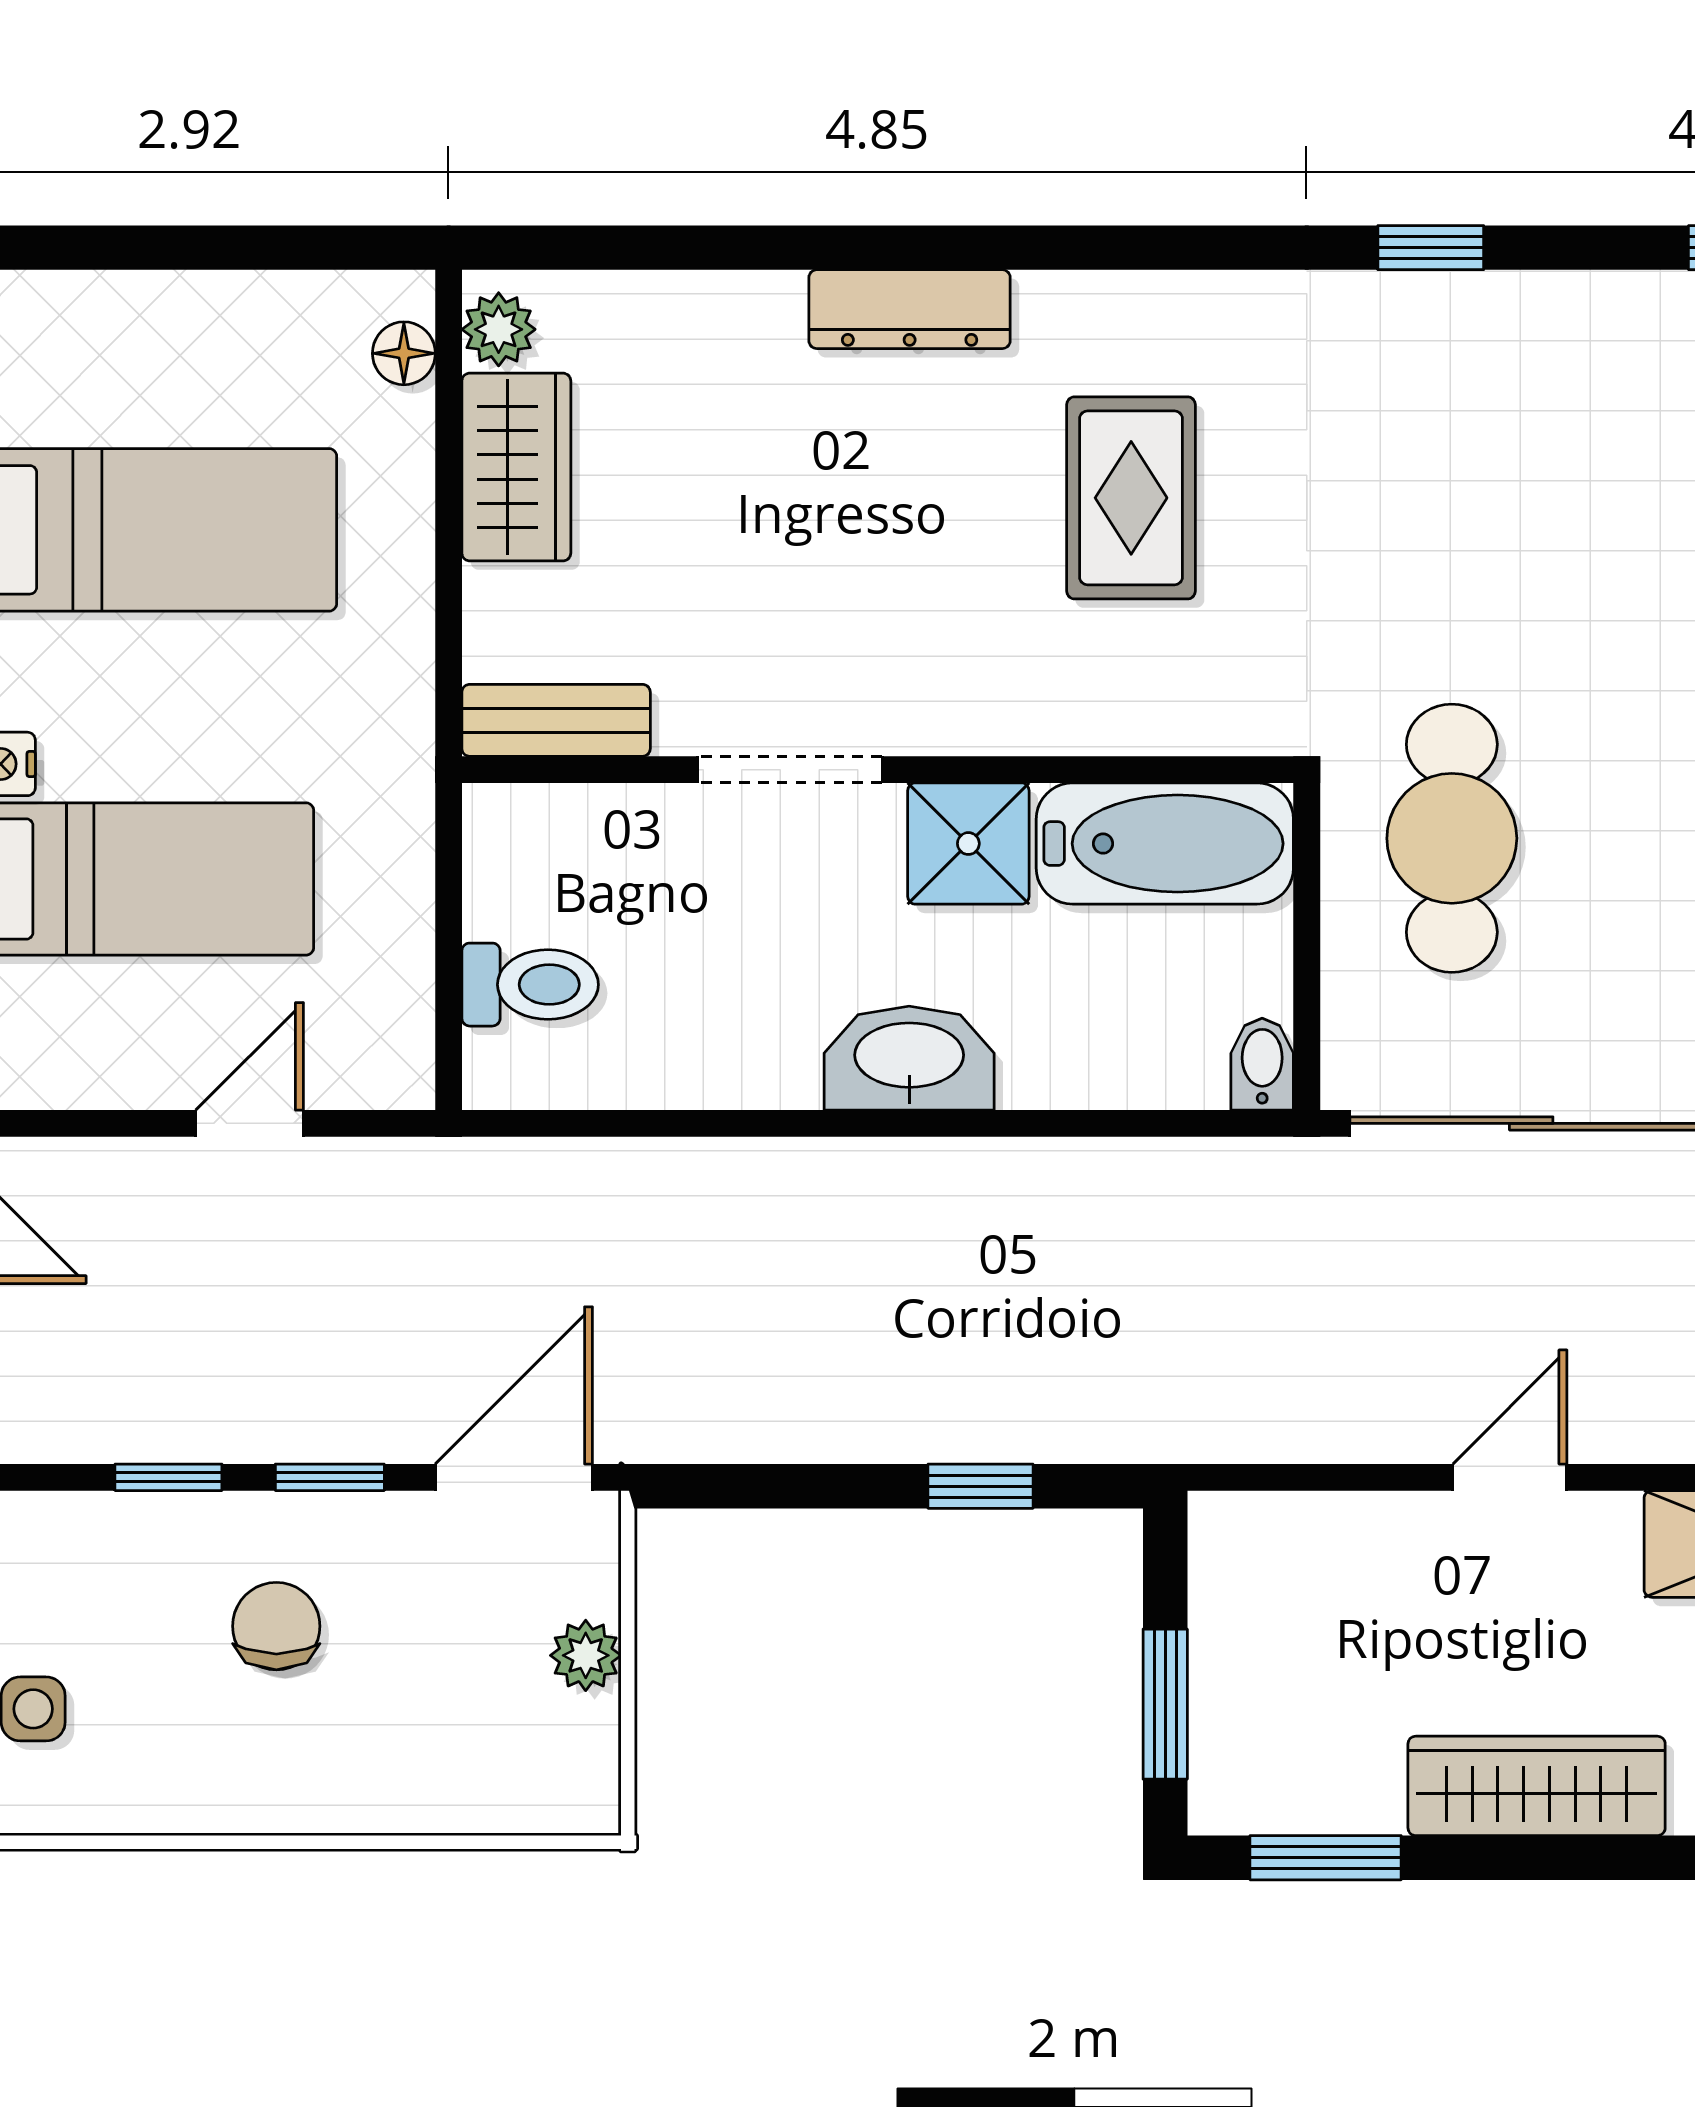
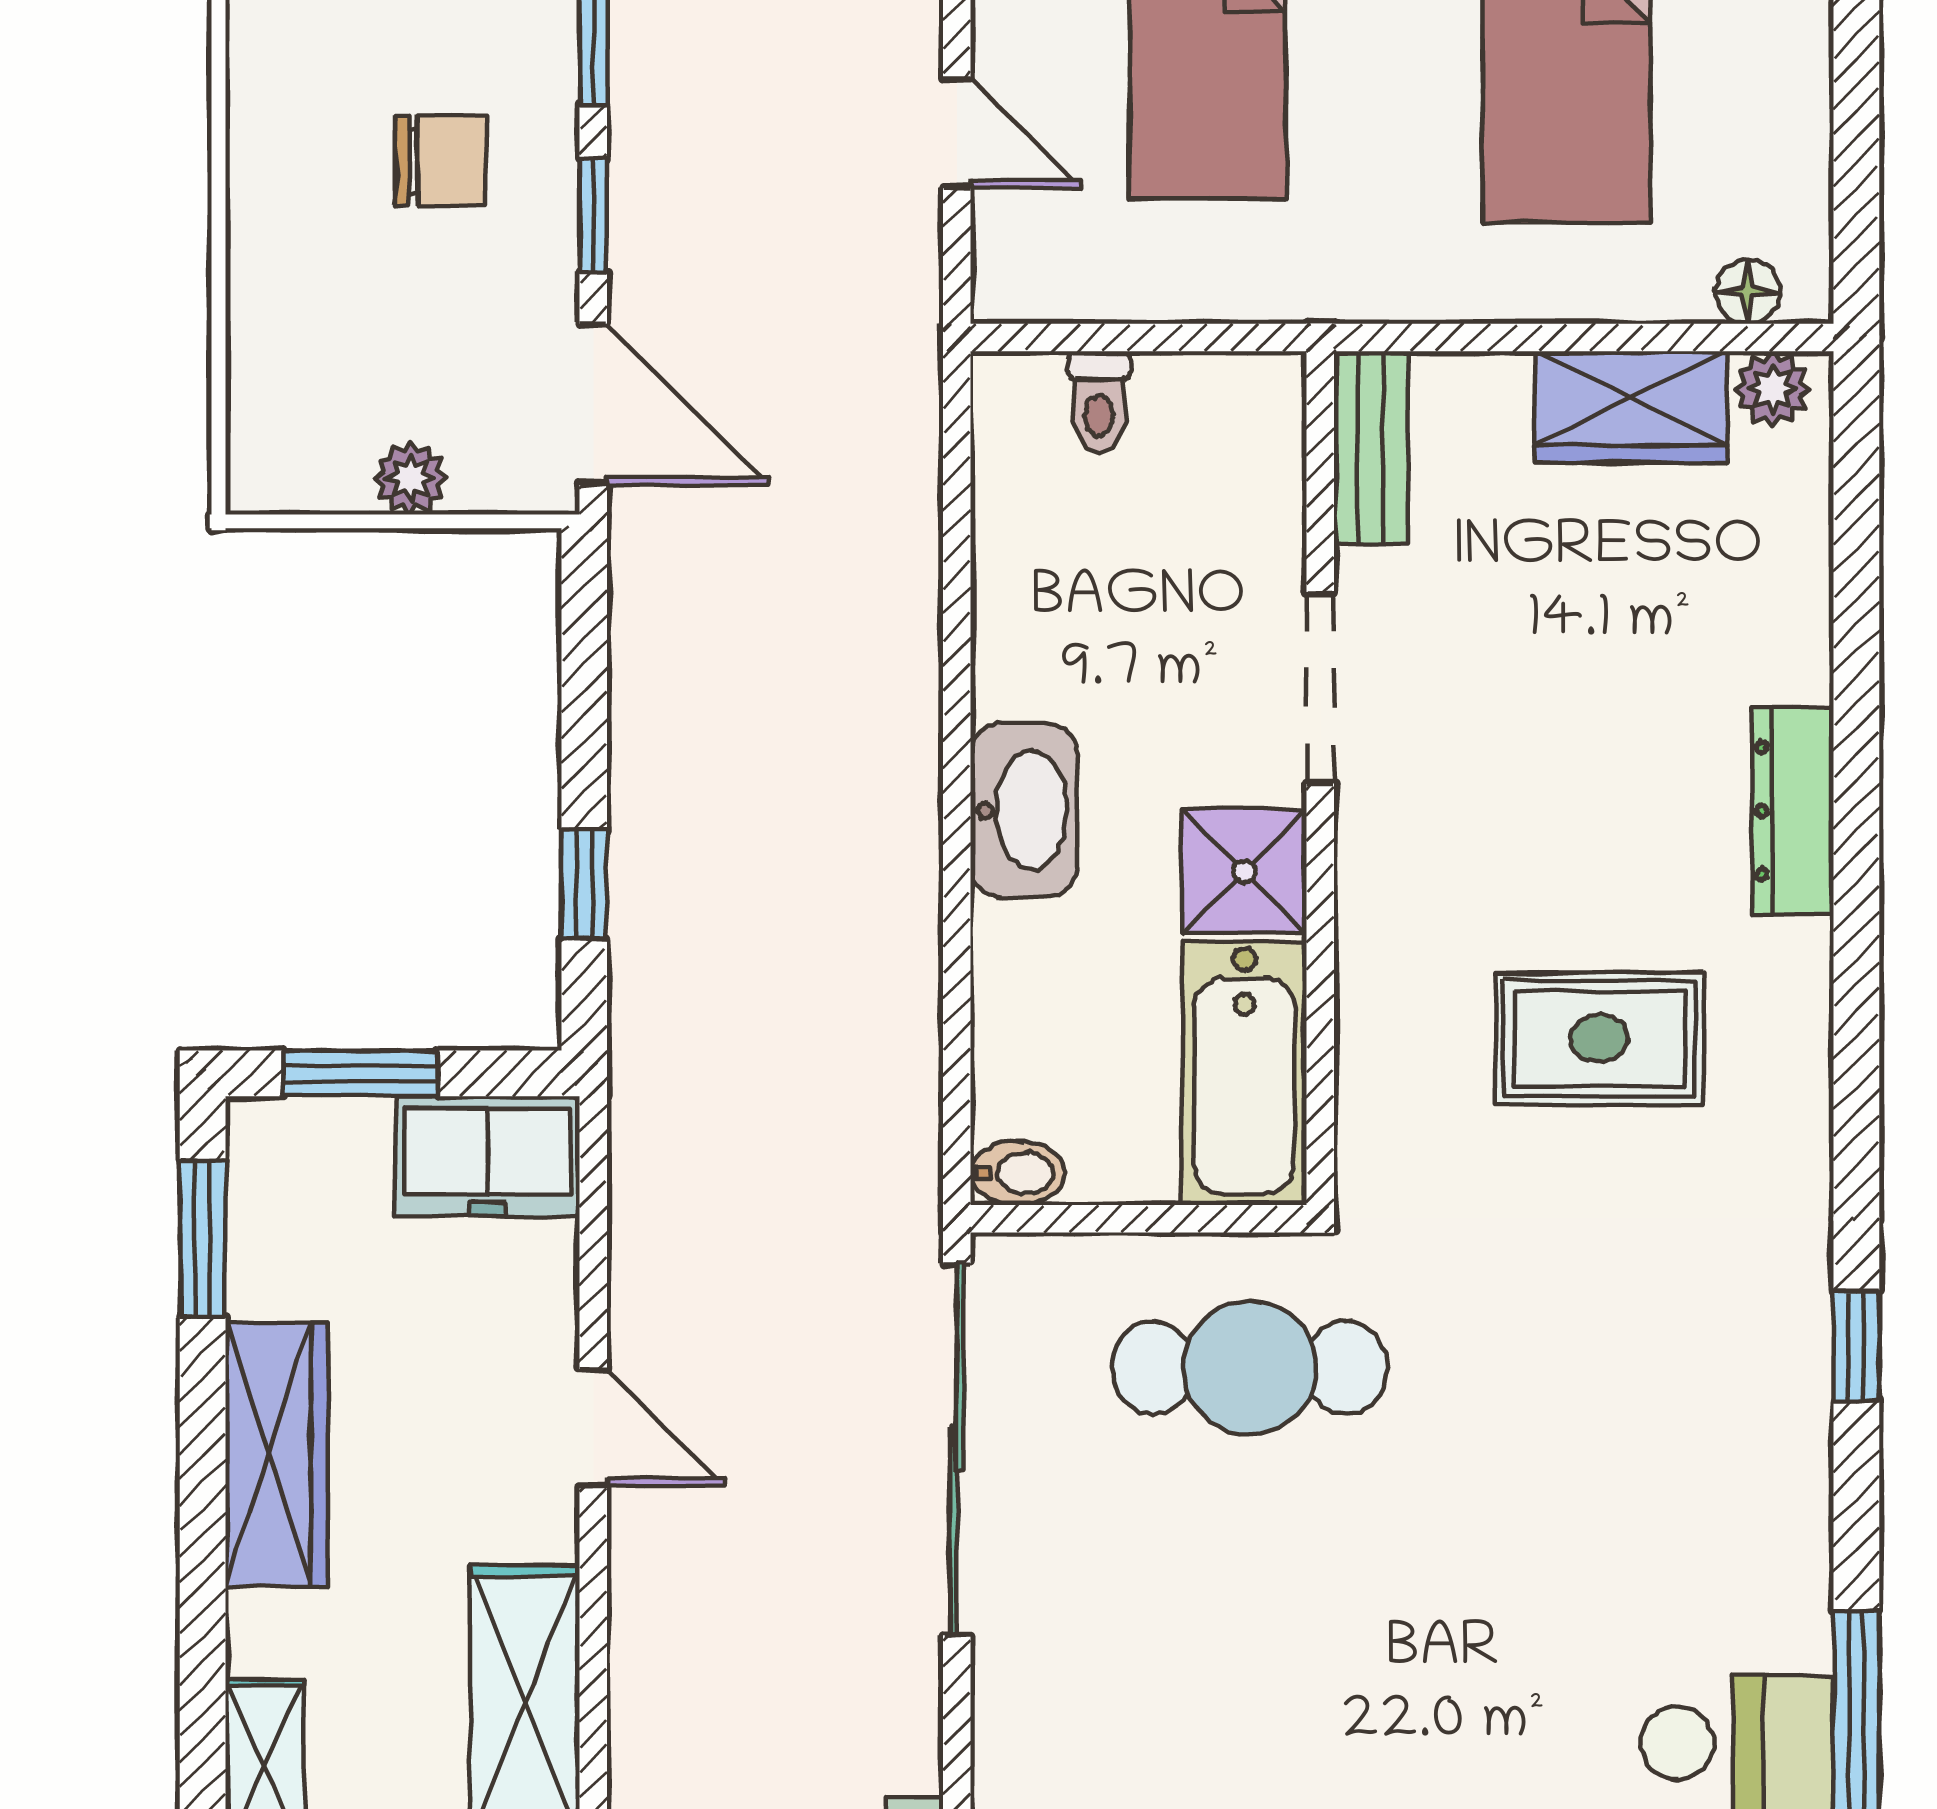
toilet: (530, 985) -> (1099, 402), width x0.73, depth x0.72
freezer: (1246, 1580) -> (488, 1156), added

